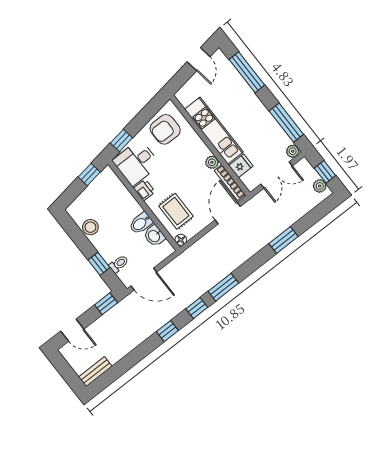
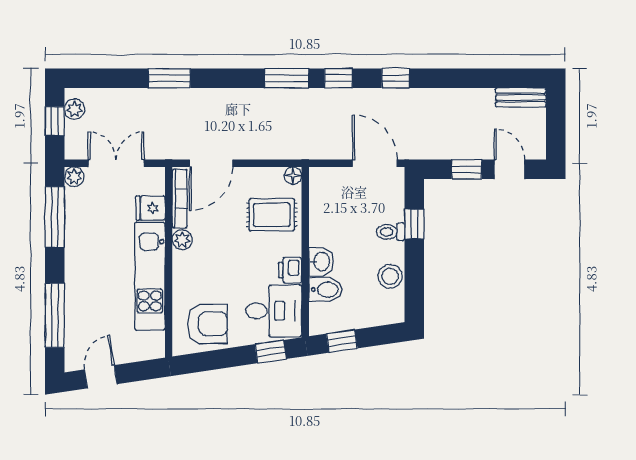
rug: (176, 211) -> (272, 215), turned 90
bidet: (141, 223) -> (326, 290), moved
washbasin: (154, 236) -> (321, 262), moved
toilet: (119, 264) -> (391, 232), moved
window: (106, 304) -> (467, 169), moved

